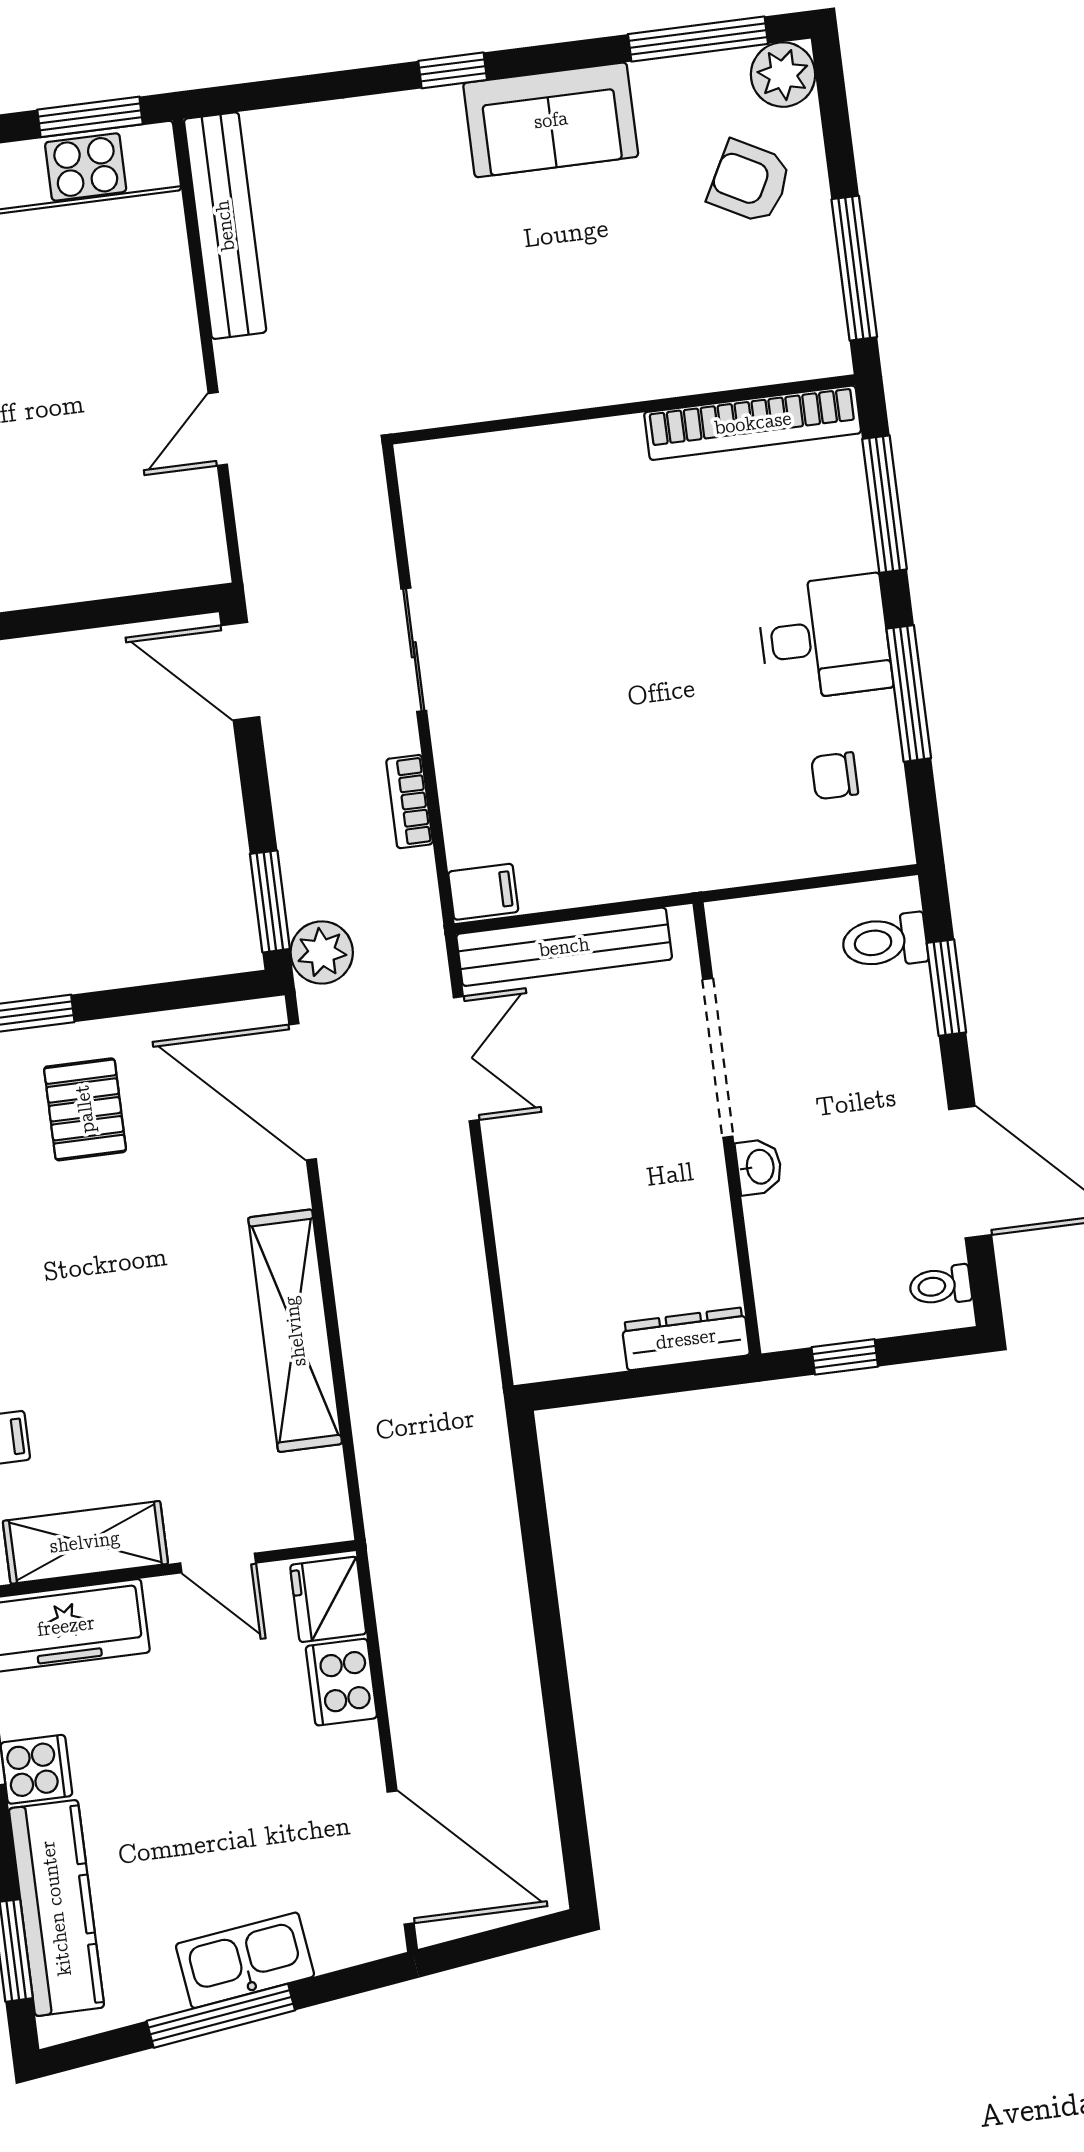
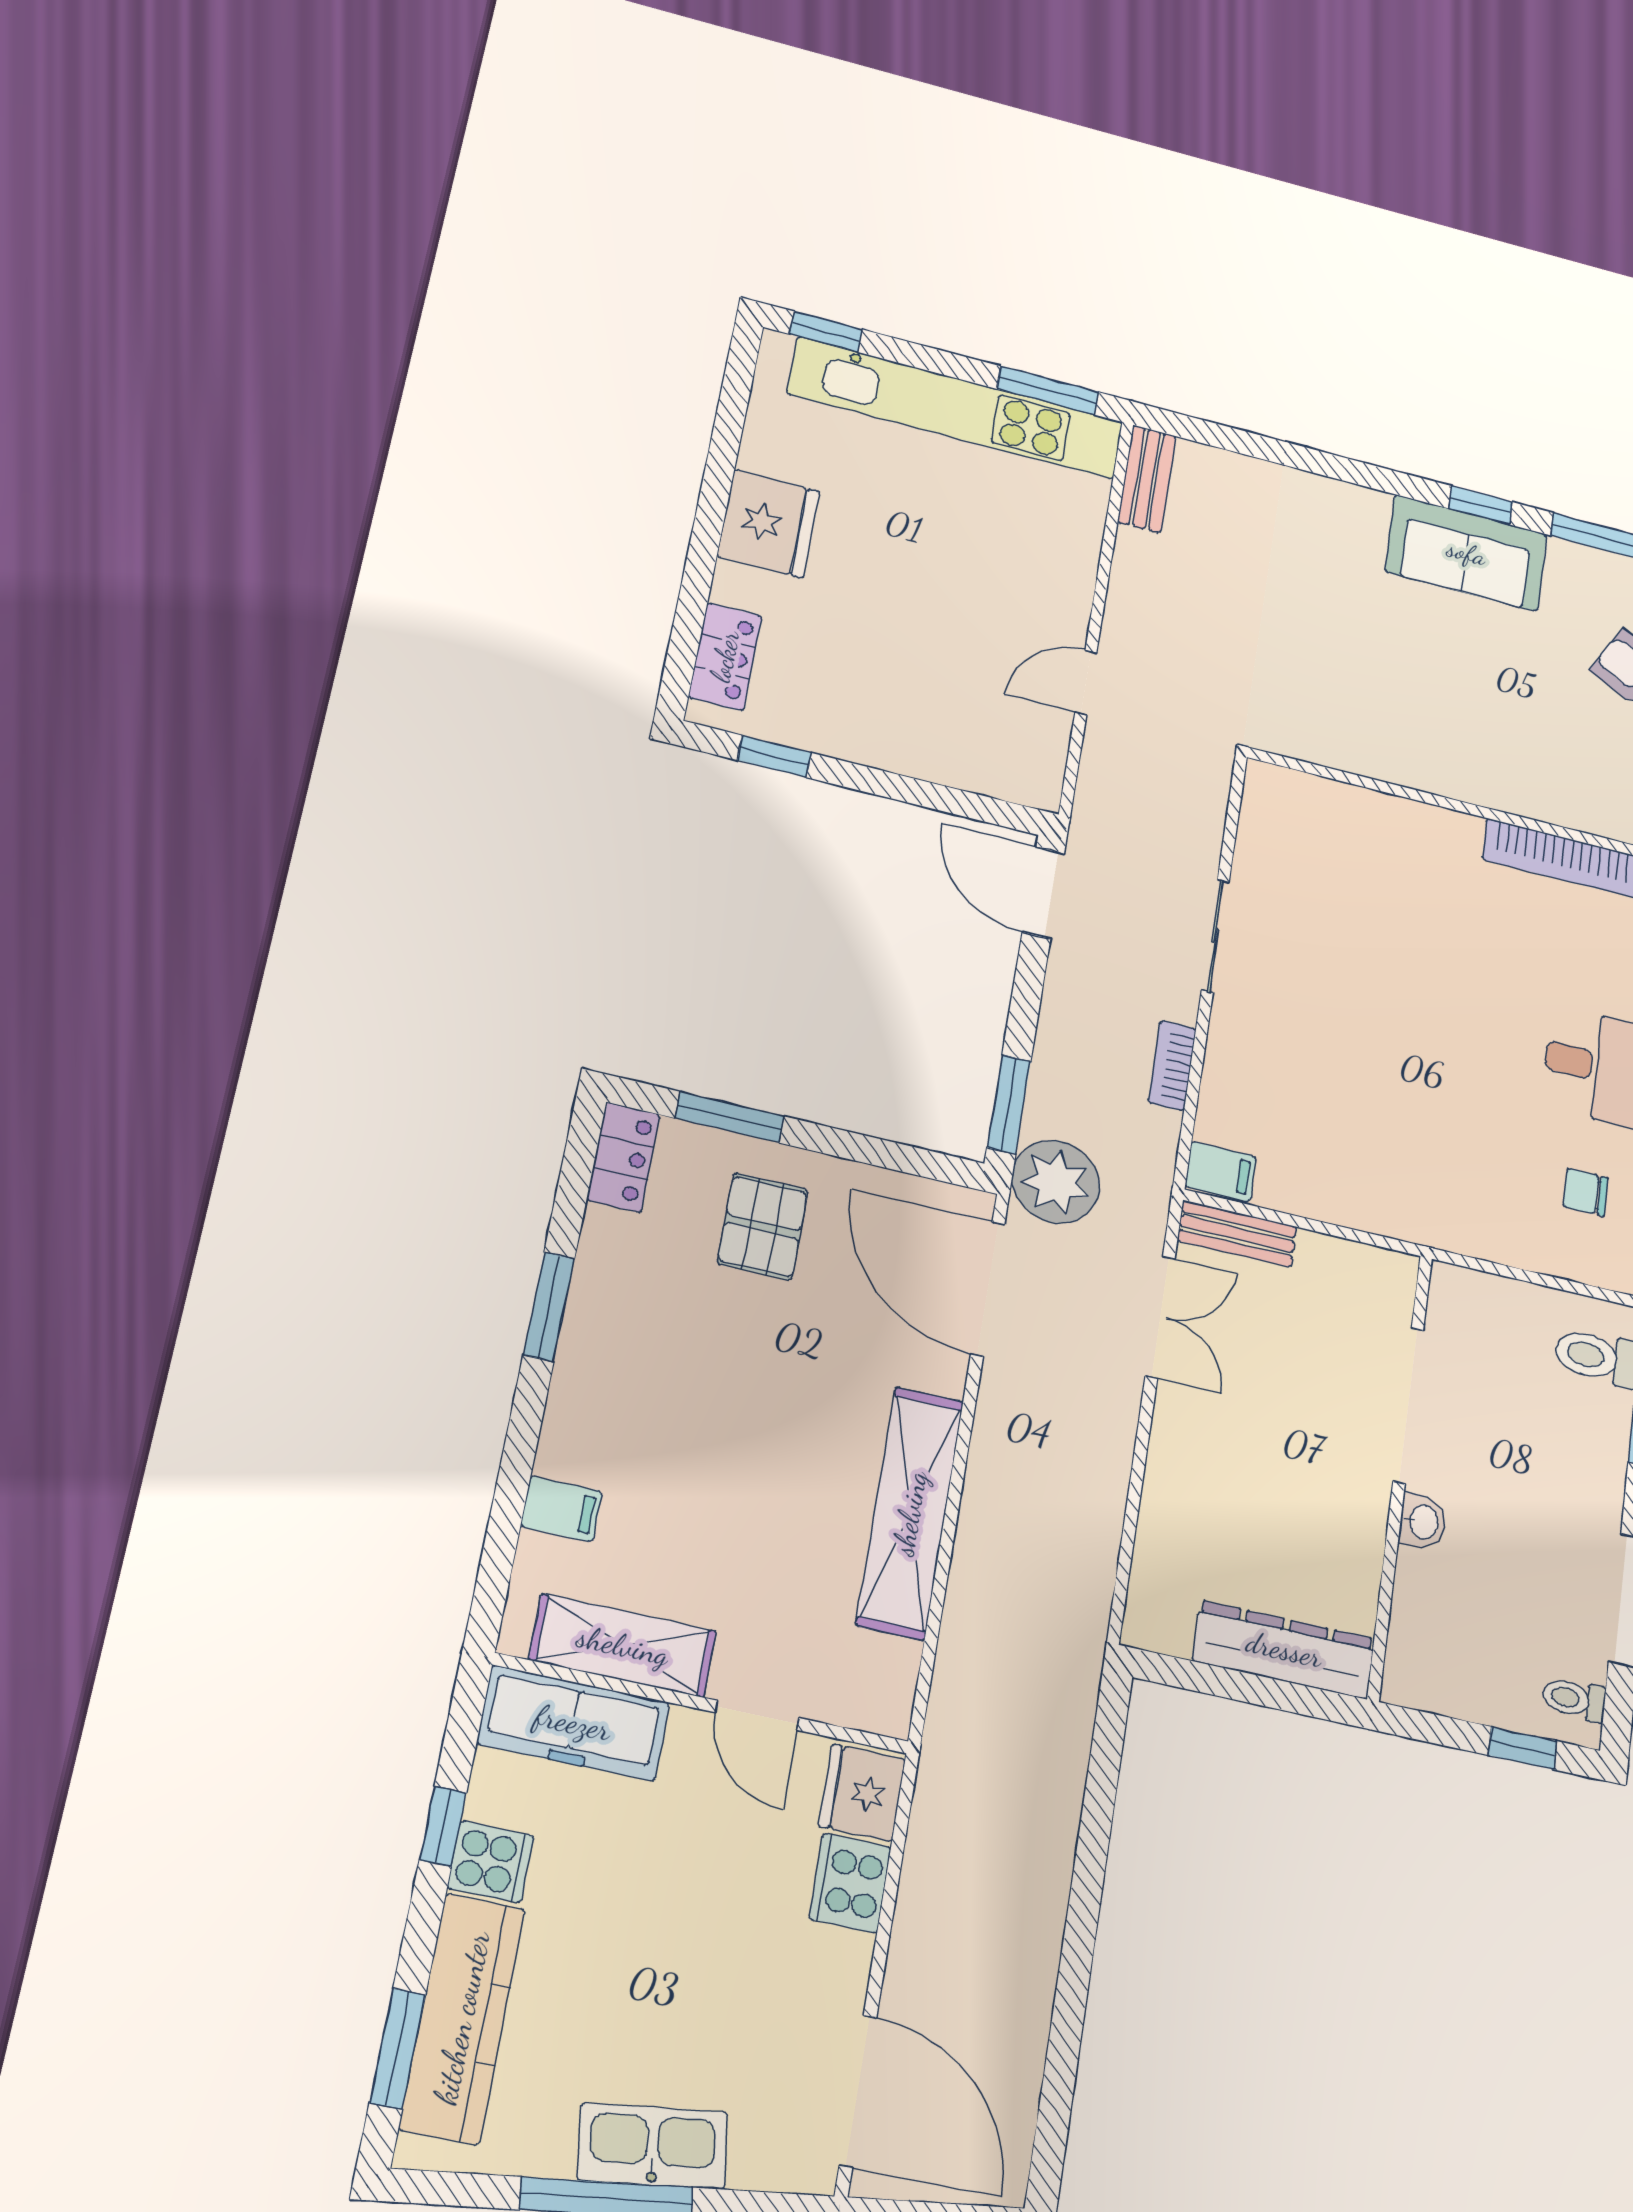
window: (453, 70) -> (1481, 505), moved
bench: (225, 226) -> (1147, 479), width x0.54, depth x0.82
bench: (564, 947) -> (1237, 1234), width x0.54, depth x0.82
plant: (322, 952) -> (1056, 1182), width x1.36, depth x1.36
dresser: (686, 1339) -> (1284, 1650), width x1.37, depth x1.24
window: (845, 1357) -> (1523, 1748), moved

